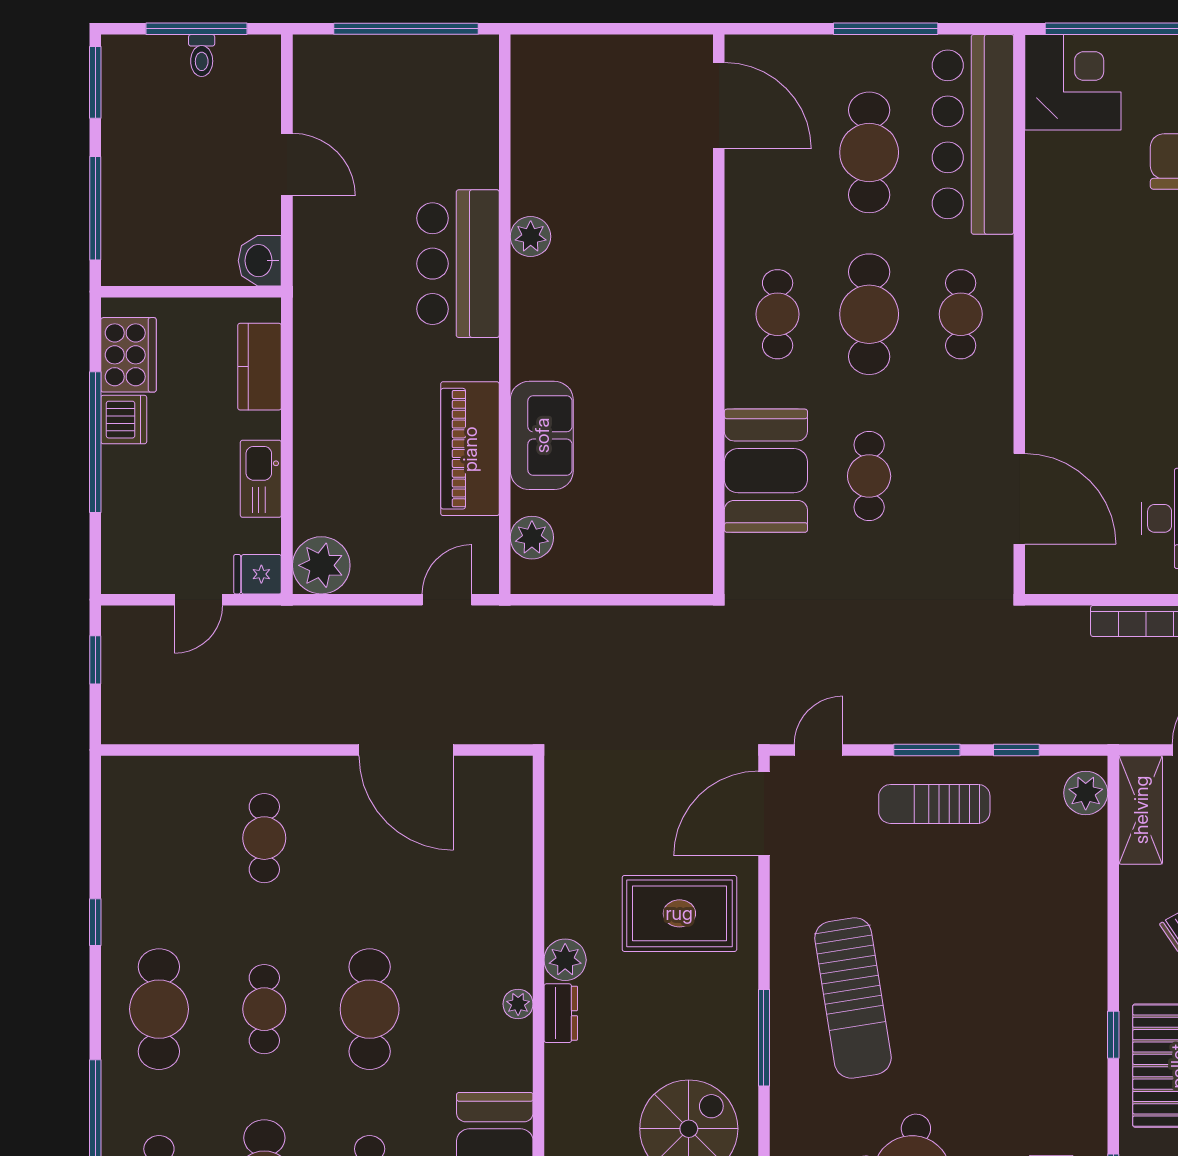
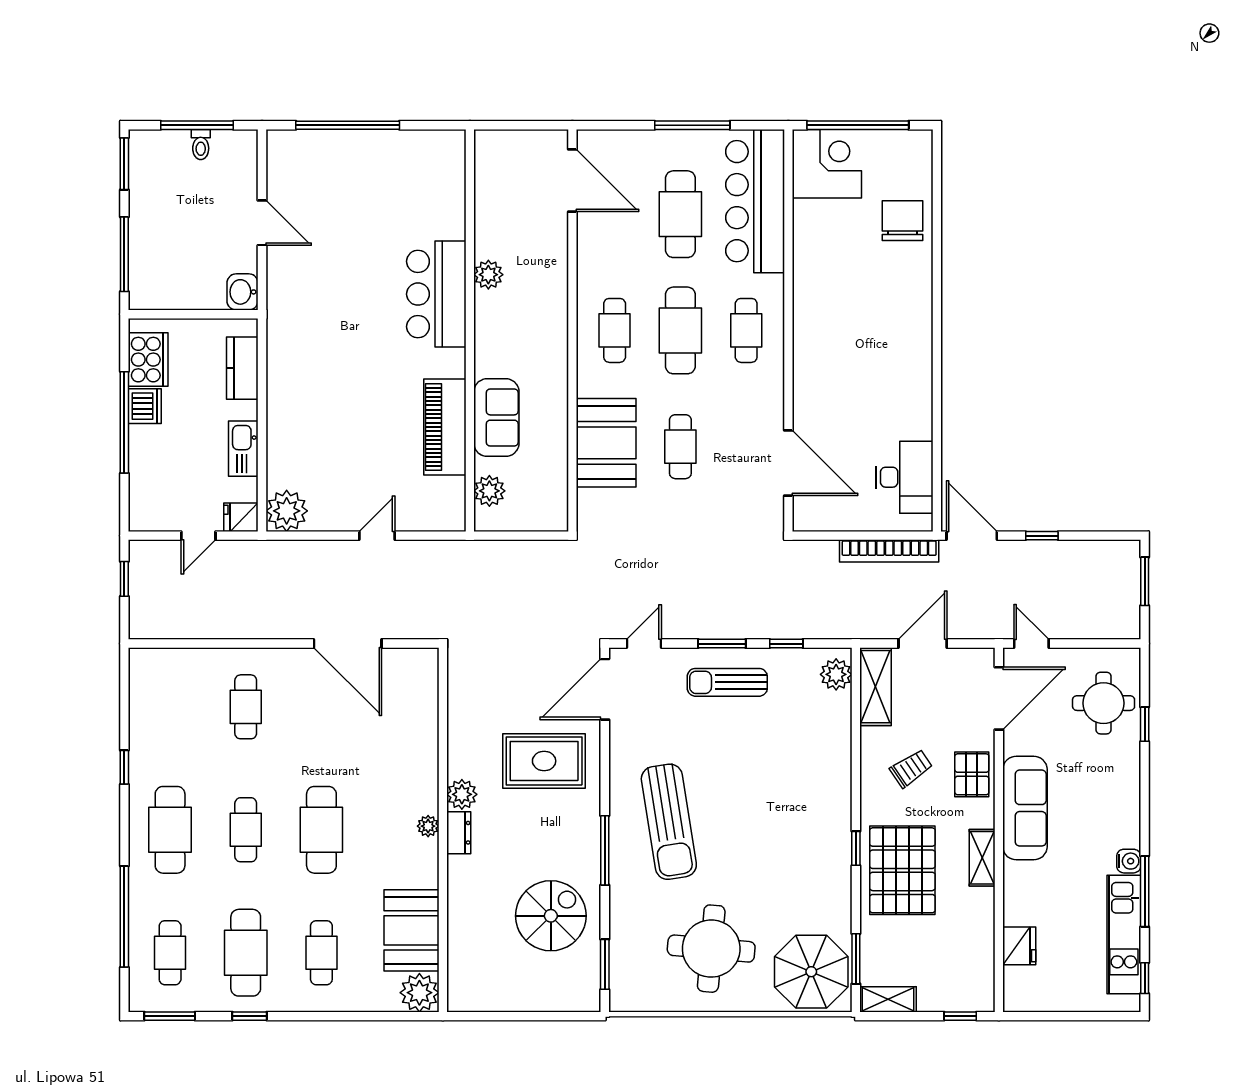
plant: (531, 237) -> (488, 275), moved
bar counter: (458, 264) -> (436, 294), moved
wall: (505, 314) -> (470, 330), moved
sofa: (542, 435) -> (496, 418), moved
piano: (470, 449) -> (445, 427), moved
plant: (532, 538) -> (489, 491), moved

